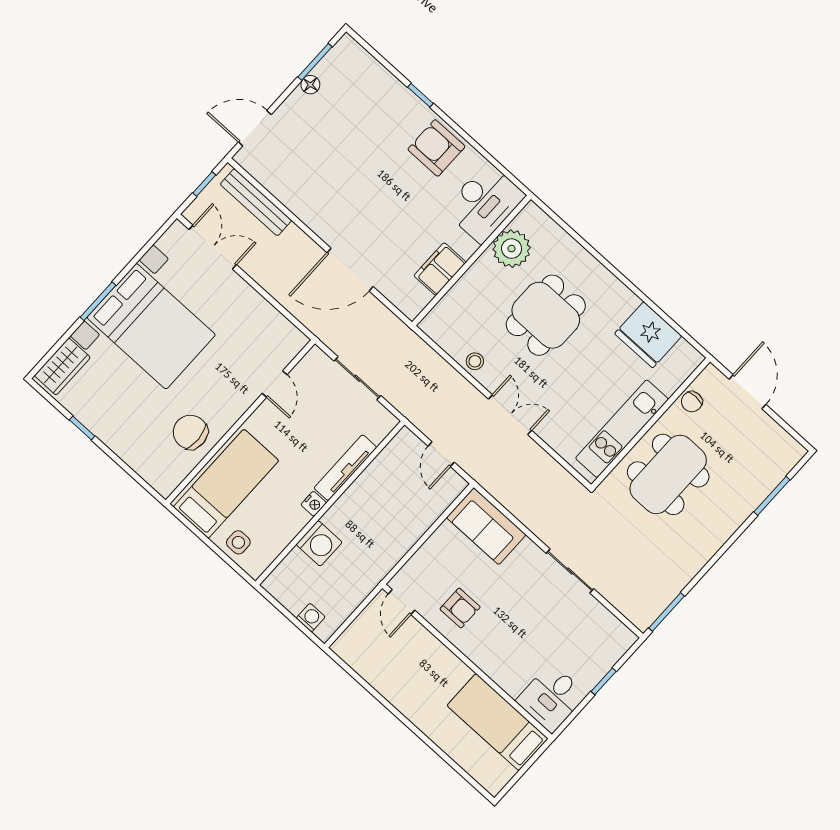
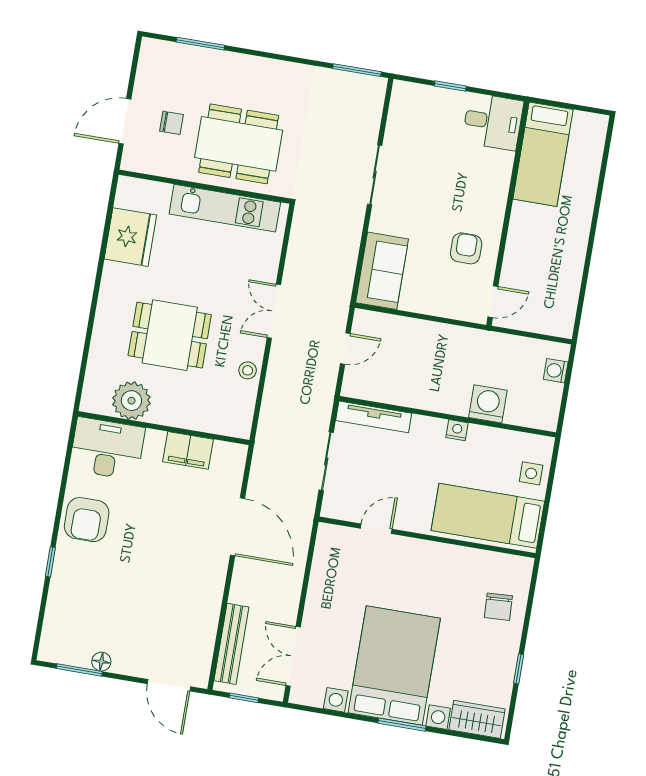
chair: (692, 402) -> (171, 123), moved
chair: (190, 432) -> (498, 607), moved, width x0.73, depth x0.73
tv unit: (345, 468) -> (374, 417), moved

